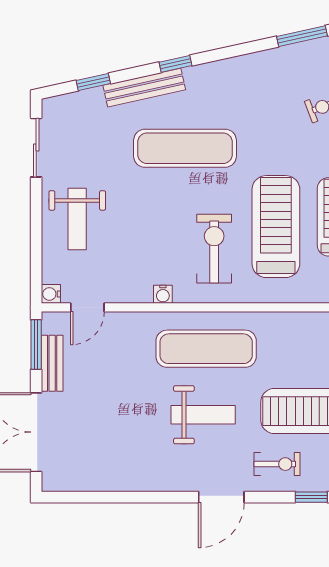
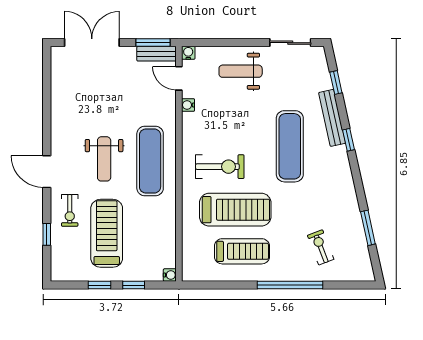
water cooler: (163, 294) -> (188, 105), moved
bench: (52, 363) -> (157, 54), moved

